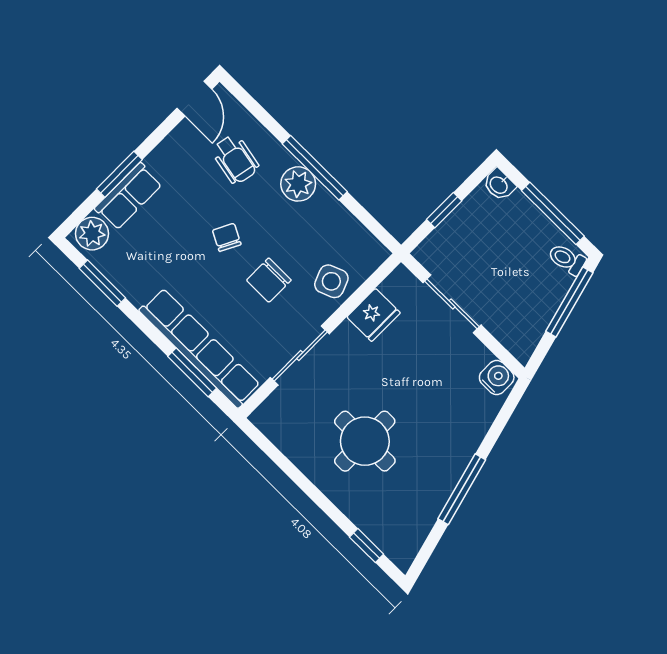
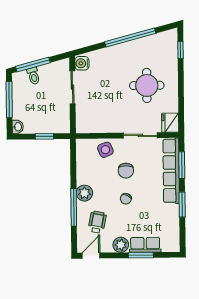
window: (315, 168) -> (74, 207), moved
plant: (92, 234) -> (121, 245), moved
toilet: (567, 259) -> (34, 76), moved
chair: (269, 280) -> (126, 171), turned 90
window: (102, 283) -> (182, 205), moved
sliding door: (452, 304) -> (72, 87), moved
fridge: (374, 315) -> (170, 123), moved, turned -90
window: (462, 489) -> (130, 38), width x1.46

